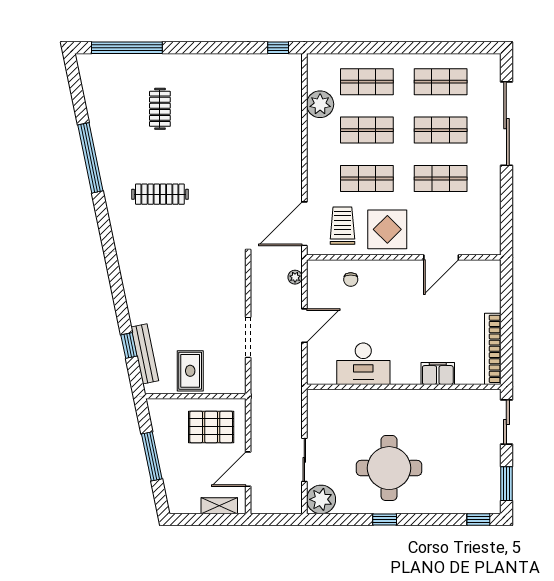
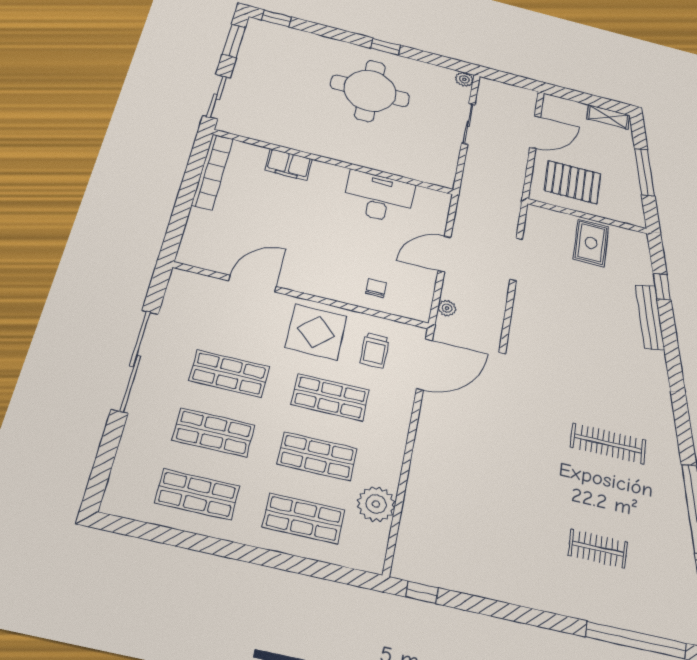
clothes rail: (160, 109) -> (598, 549), turned 90
sliding door: (506, 124) -> (135, 361), moved
trolley: (342, 226) -> (375, 350), width x0.73, depth x0.72
bench: (145, 354) -> (650, 317), moved
plant: (321, 499) -> (464, 79), width x0.53, depth x0.53
shelving: (219, 506) -> (608, 117), moved

